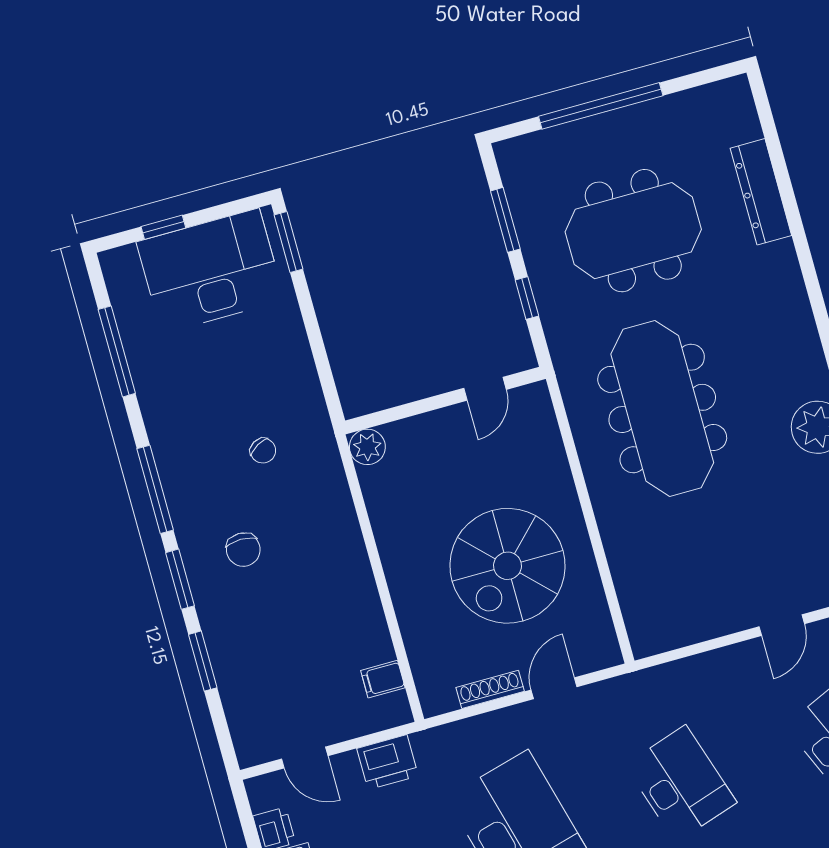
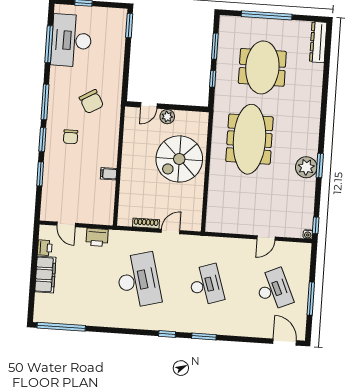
dresser: (761, 192) -> (318, 42), moved
meeting table: (633, 231) -> (262, 67), turned 90
desk: (210, 271) -> (71, 40), moved, turned -90
door: (485, 389) -> (149, 105), moved
plant: (367, 447) -> (167, 117), moved
chair: (263, 451) -> (91, 102), width x1.87, depth x1.87
spiral stairs: (508, 566) -> (179, 159), moved
filing cabinet: (383, 679) -> (109, 174), moved

